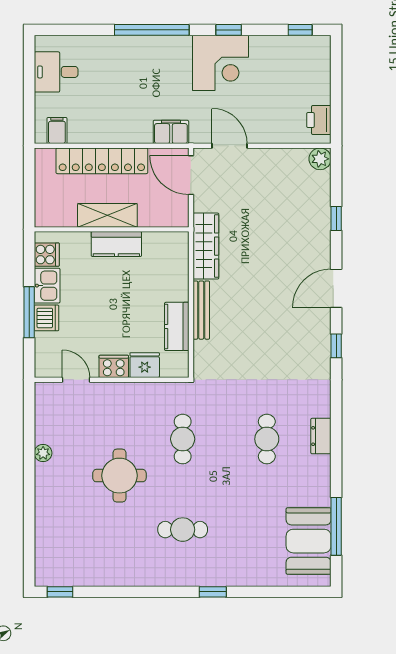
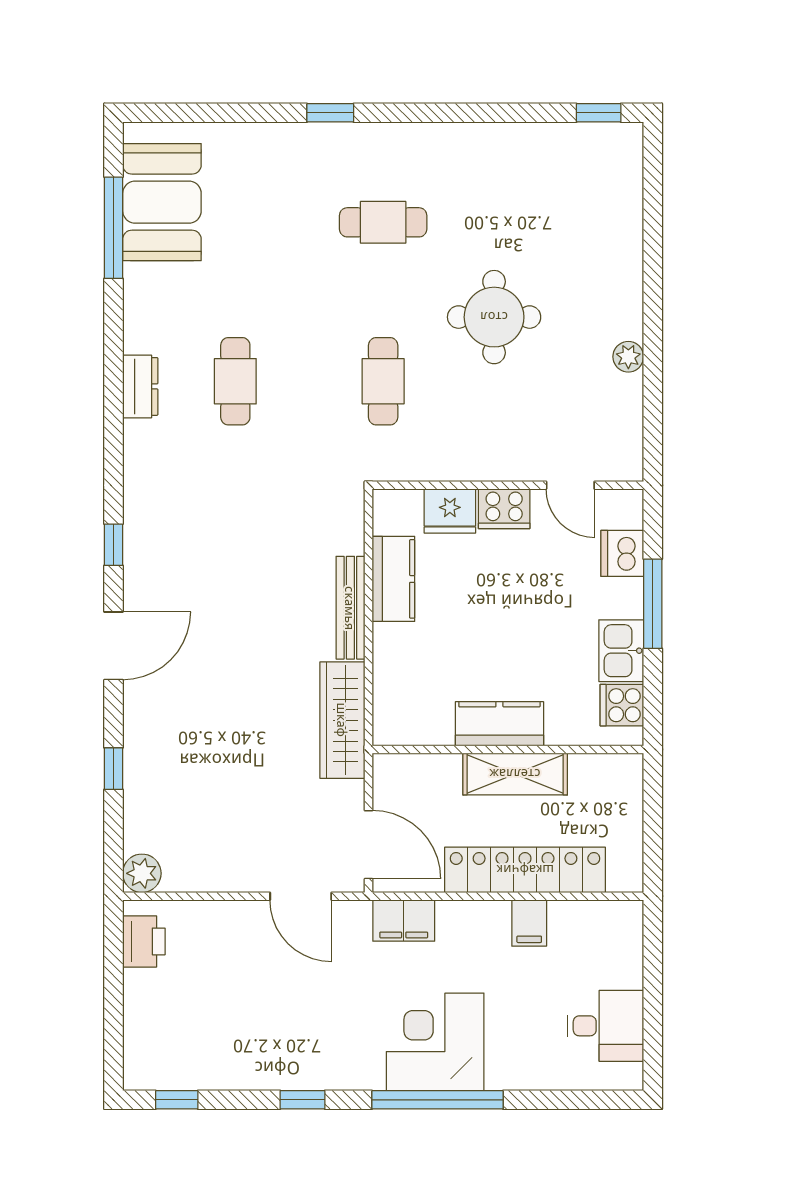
corner desk: (220, 63) -> (435, 1042), moved
filing cabinet: (57, 131) -> (529, 923), moved
dishwasher: (46, 318) -> (622, 553), moved

